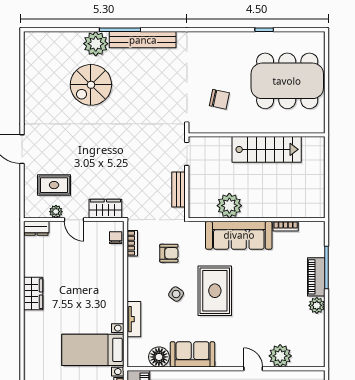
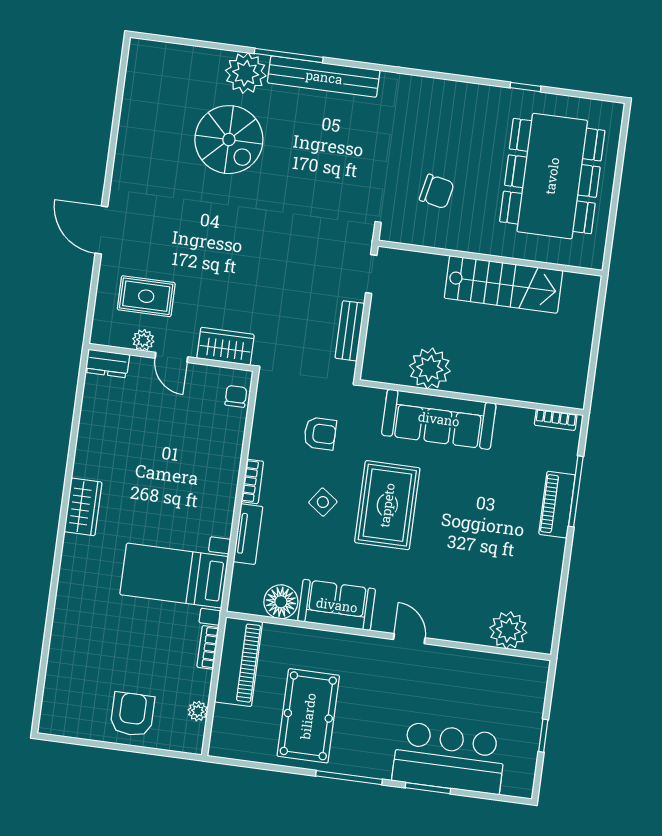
dining table: (287, 81) -> (552, 176), turned 90
spiral stairs: (91, 85) -> (229, 140), turned -90
bookcase: (286, 226) -> (556, 420), moved
bookcase: (132, 243) -> (252, 481), moved
wardrobe: (33, 294) -> (83, 507), moved
plant: (317, 305) -> (552, 552), removed
plant: (280, 356) -> (508, 630), moved
door: (253, 369) -> (409, 639), moved

